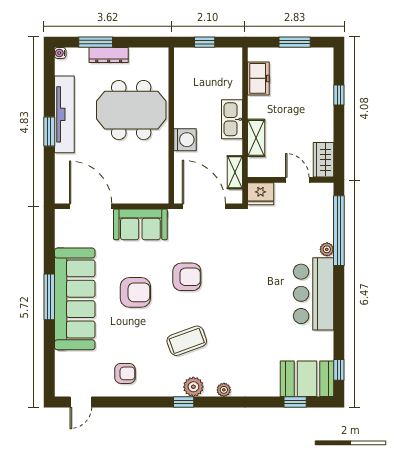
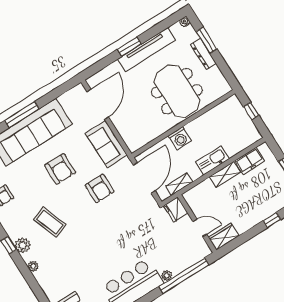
shelving: (256, 138) -> (225, 174), moved
door: (297, 180) -> (200, 228), hinge flipped
armchair: (187, 277) -> (100, 188), moved

